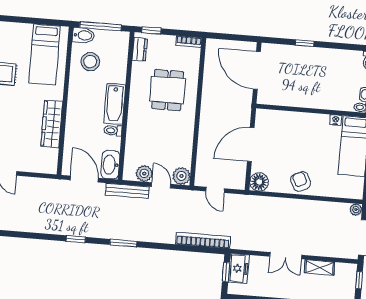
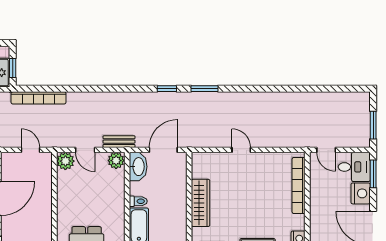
plant: (144, 173) -> (116, 161), moved
door: (84, 179) -> (163, 150), swing flipped
bench: (127, 191) -> (119, 142), width x0.73
window: (123, 243) -> (204, 89), moved

